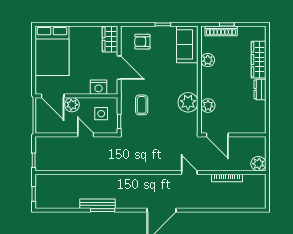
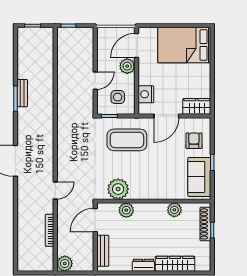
sofa: (187, 44) -> (199, 177), moved, turned -90
plant: (188, 102) -> (118, 189), moved
coffee table: (142, 105) -> (127, 140), width x1.86, depth x1.72
bench: (246, 128) -> (103, 251), added
bench: (97, 204) -> (22, 93), width x0.73

